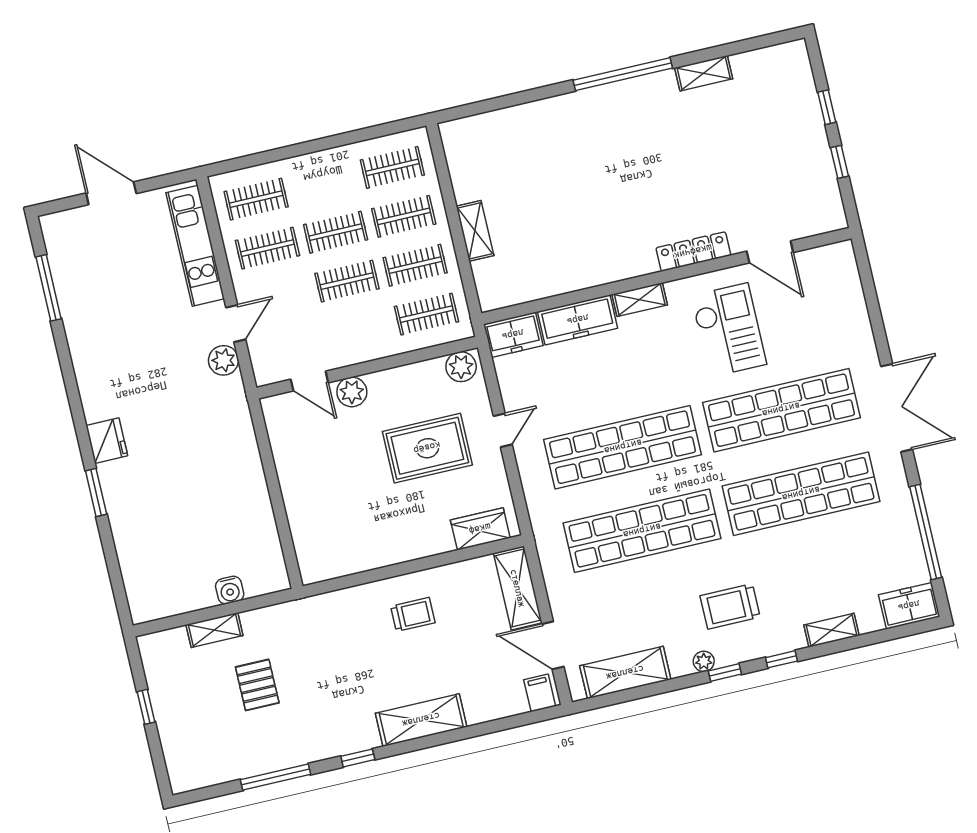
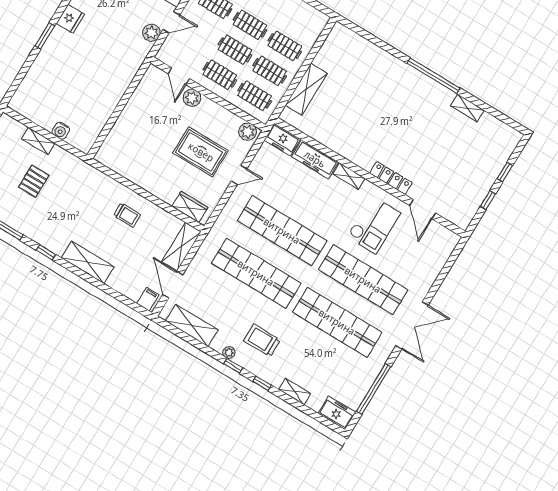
clothes rail: (392, 167) -> (220, 75), moved
shelving: (475, 231) -> (306, 89), width x1.50, depth x1.33

